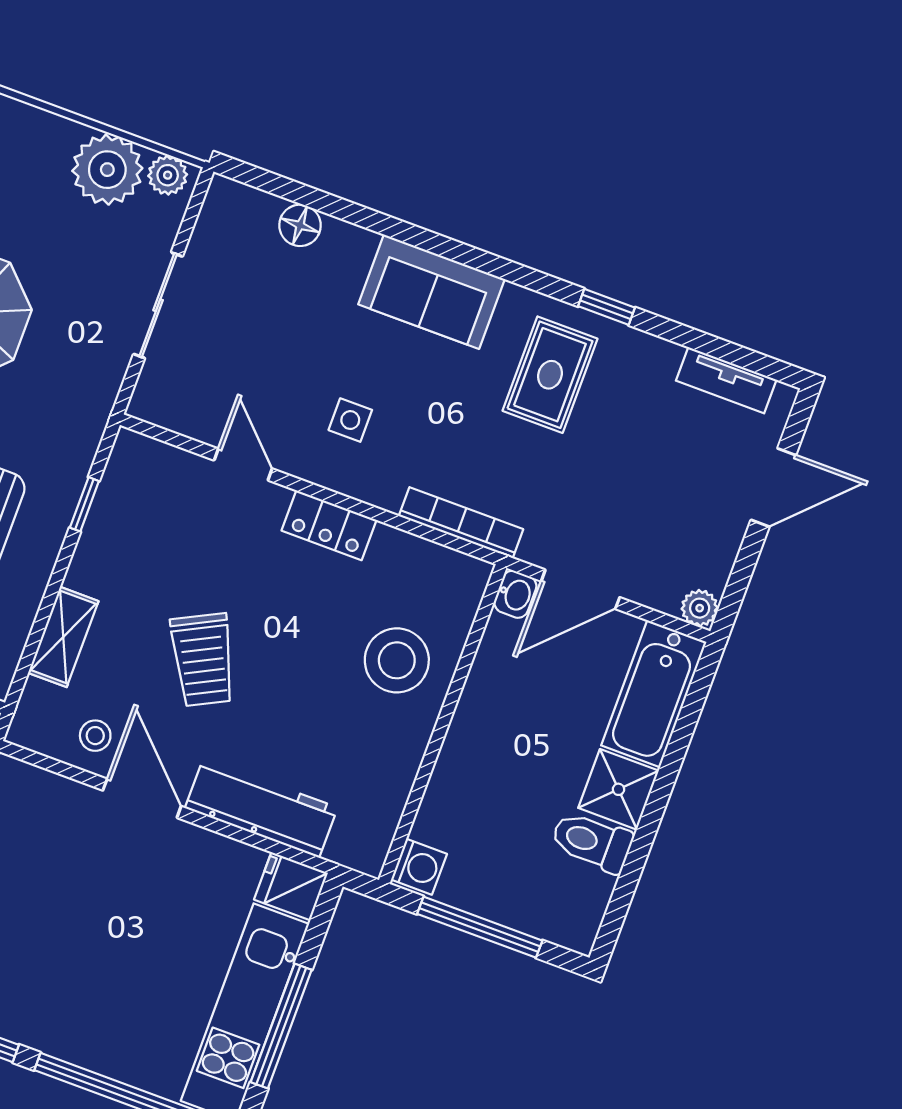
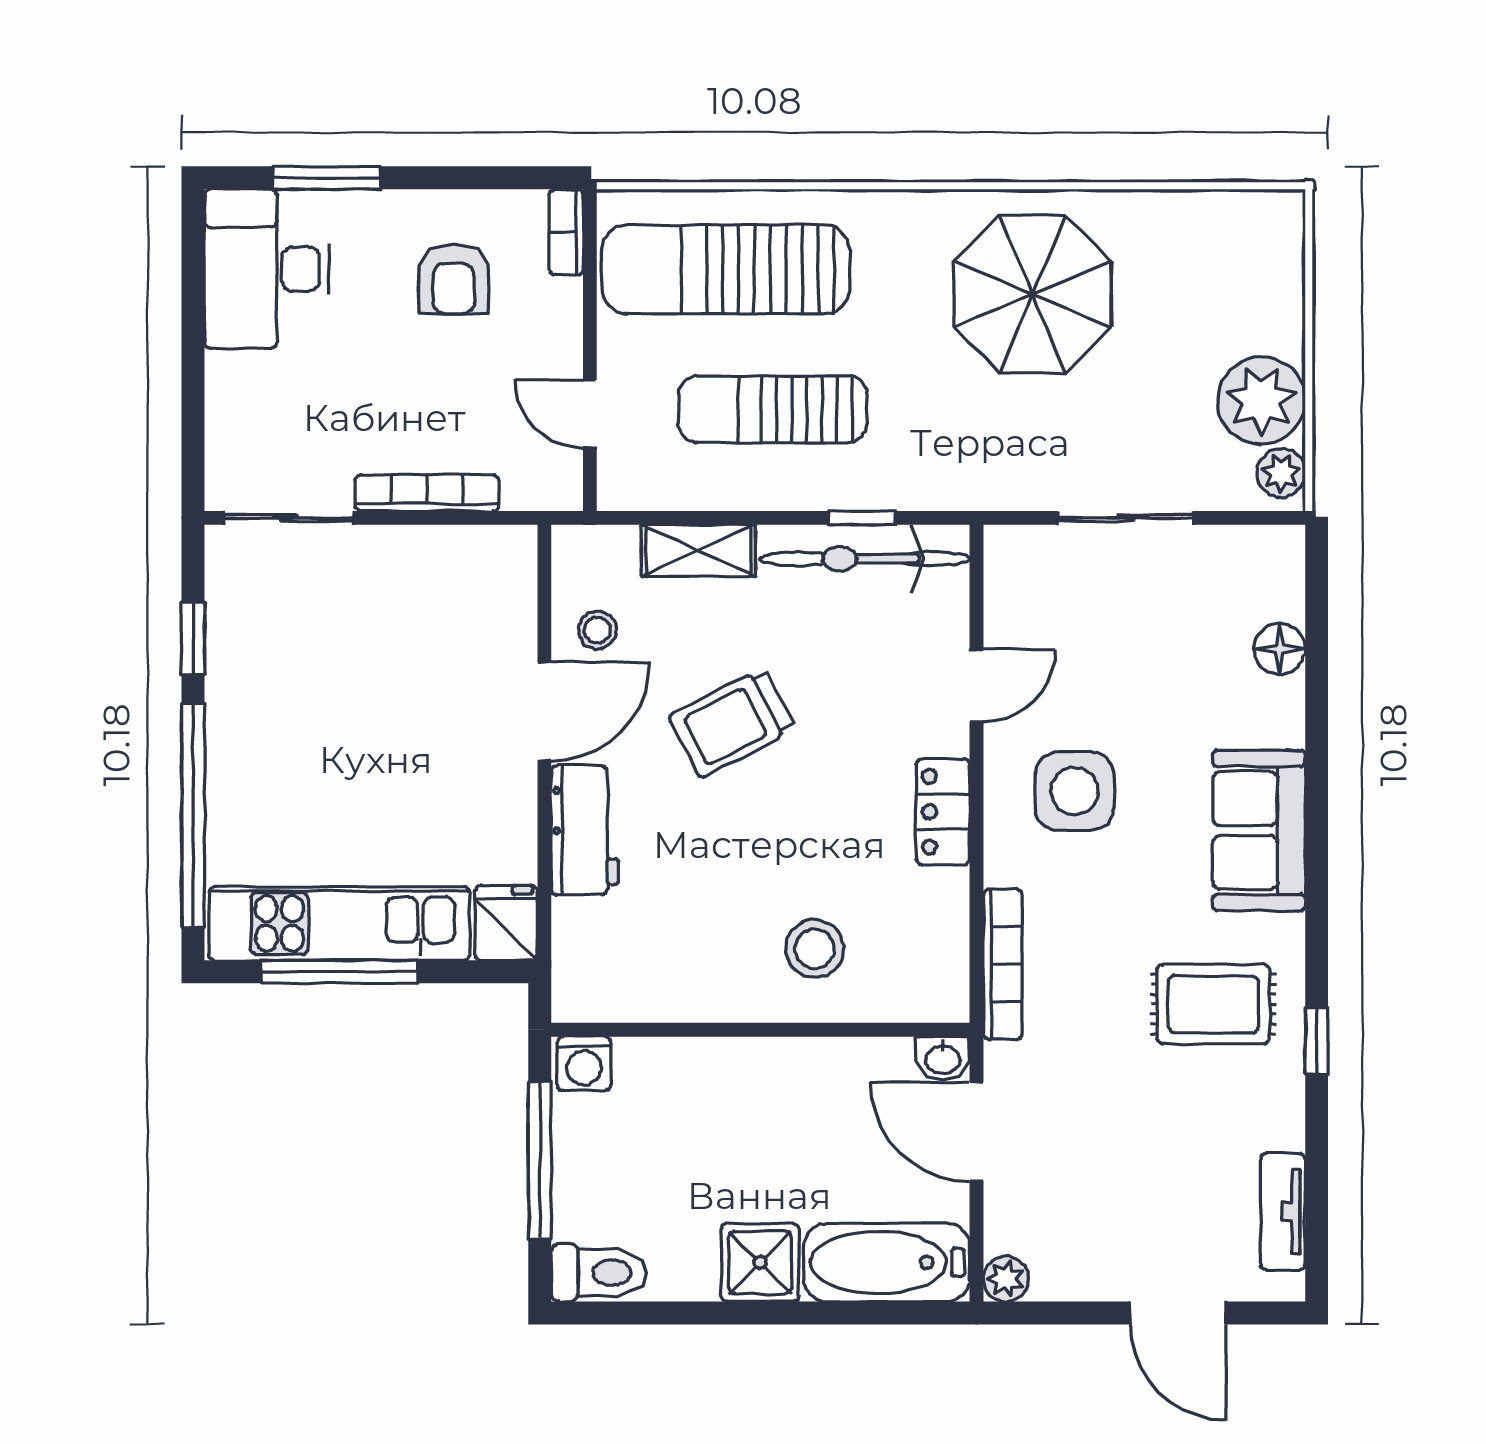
side table: (350, 420) -> (1075, 791), width x1.87, depth x1.87
bicycle: (116, 514) -> (865, 559), added
stool: (397, 660) -> (815, 949), width x0.73, depth x0.73
workbench: (261, 808) -> (585, 830), width x0.73
toilet: (592, 842) -> (599, 1273), moved, turned 90

